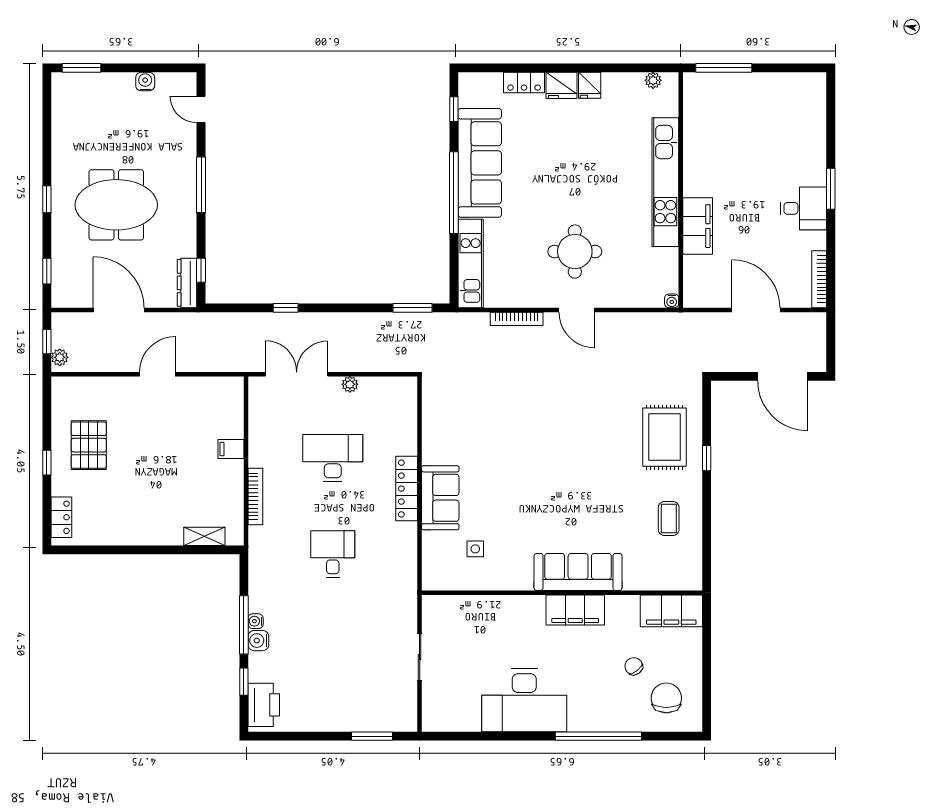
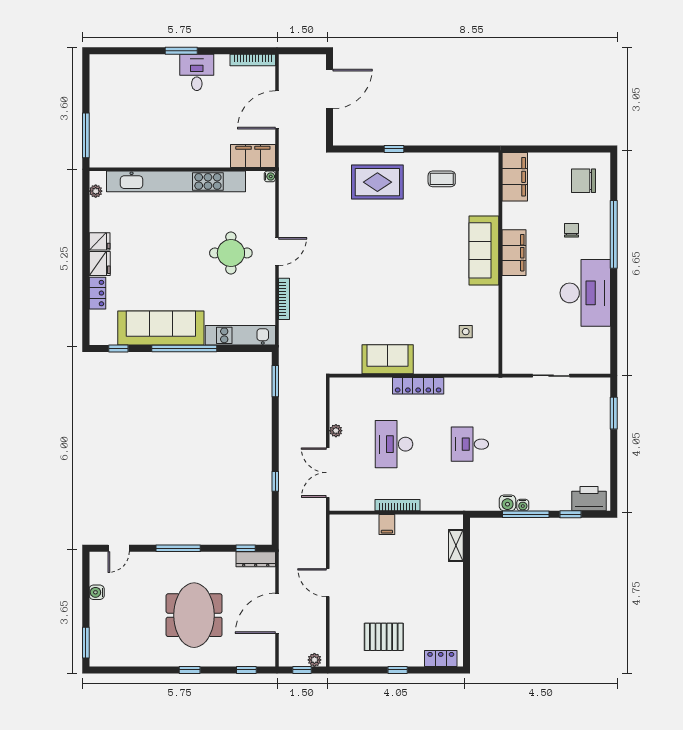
kitchen unit: (665, 182) -> (176, 181), width x1.36
filing cabinet: (698, 226) -> (253, 156), moved
bookcase: (255, 496) -> (398, 505), moved
sofa: (440, 498) -> (388, 359), moved
water cooler: (258, 641) -> (507, 503), moved
chair: (634, 666) -> (571, 230), moved, turned 128

